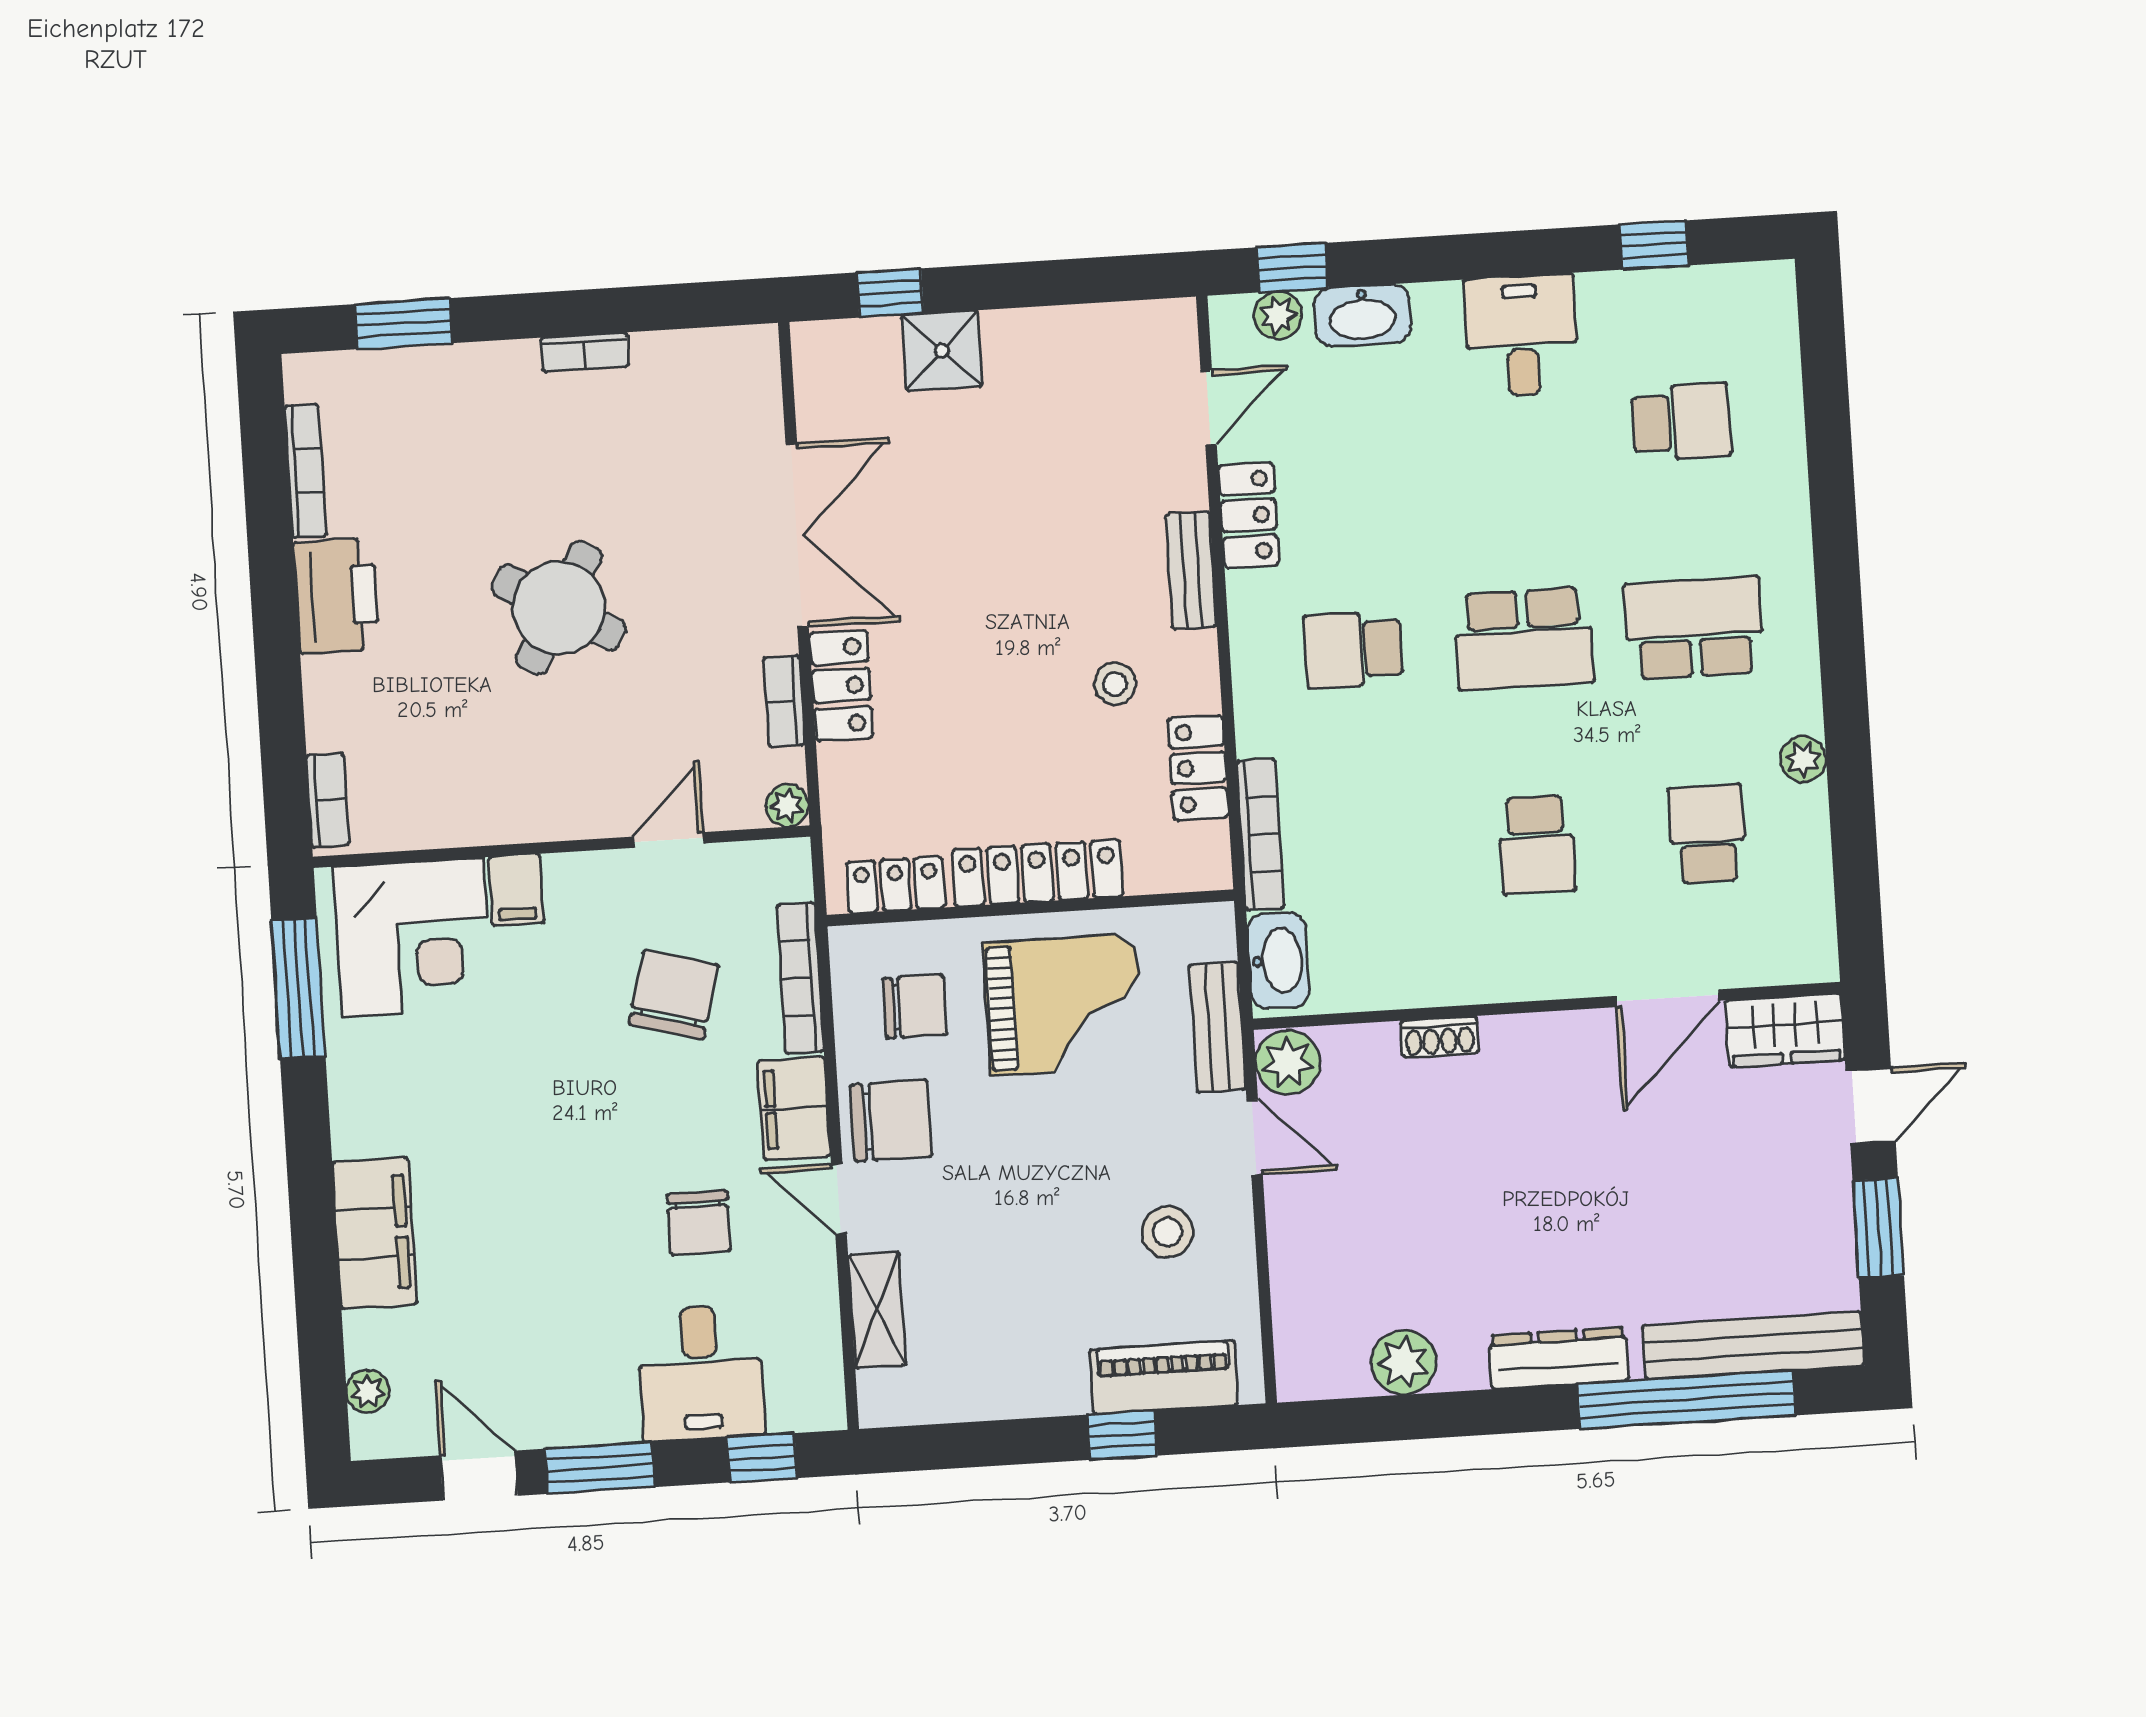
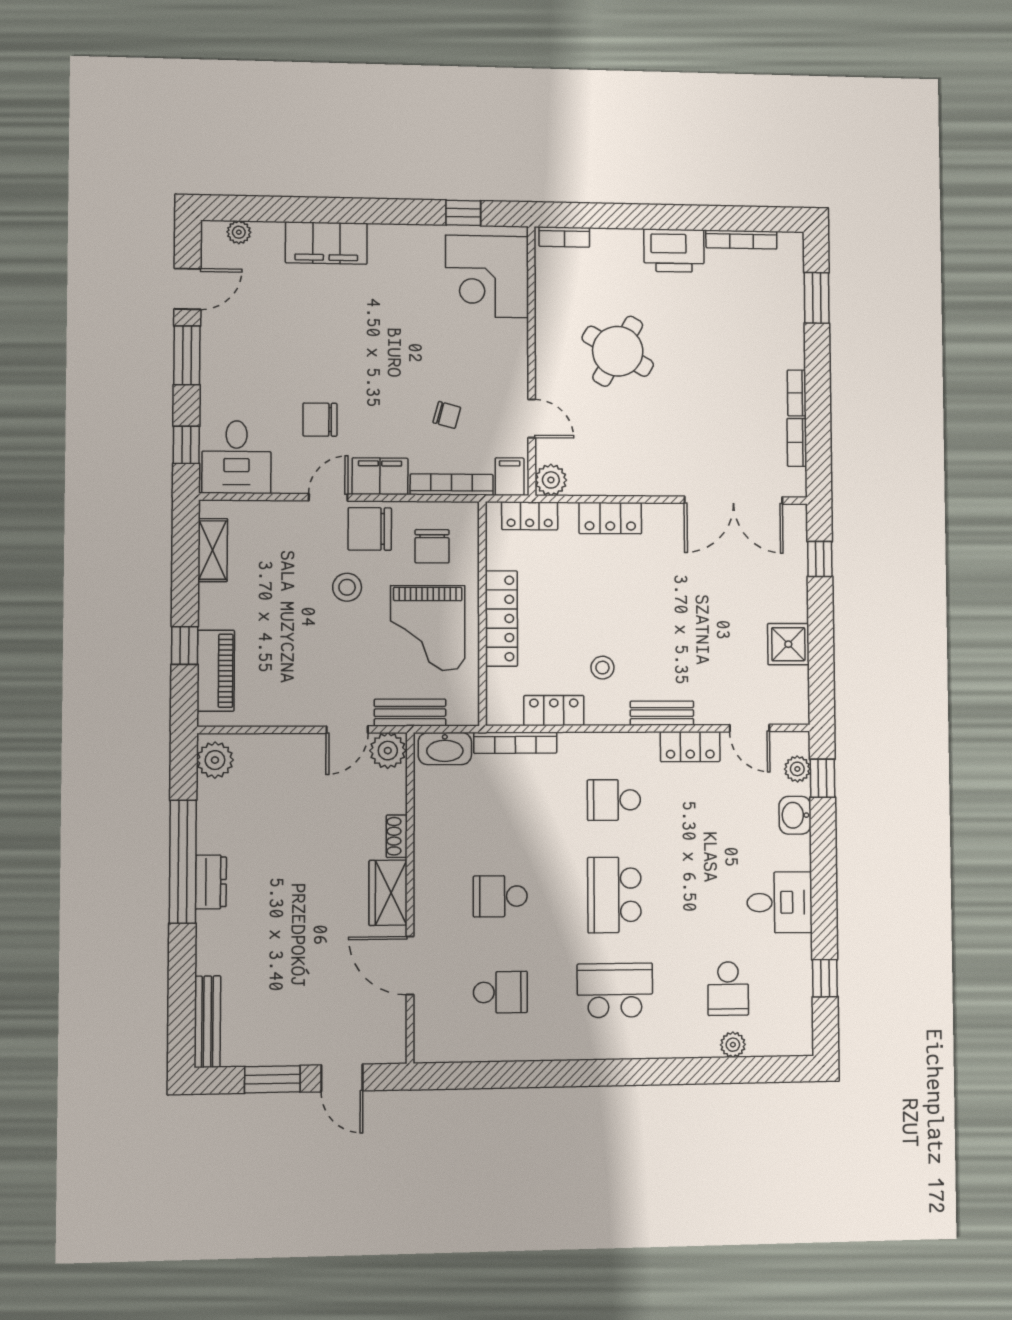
washbasin: (1362, 315) -> (795, 815), width x0.72
shower: (942, 351) -> (788, 644), moved
double door: (797, 535) -> (733, 500), moved
round table: (559, 608) -> (618, 351), moved
school desk: (1694, 628) -> (615, 990), turned -90
school desk: (1353, 649) -> (614, 800), turned -90
bookcase: (784, 701) -> (797, 442), moved, turned -90
plant: (1803, 759) -> (733, 1045), moved
plant: (787, 806) -> (551, 480), width x1.38, depth x1.38
locker: (896, 885) -> (530, 516), moved, turned 90
filing cabinet: (516, 890) -> (510, 477), moved, turned 90
window: (298, 988) -> (463, 213), width x0.46
chair: (674, 995) -> (447, 415), width x0.54, depth x0.54
wardrobe: (1785, 1030) -> (388, 893), moved
chair: (891, 1121) -> (370, 529), turned 90
stool: (1168, 1232) -> (347, 587), moved
shelving: (877, 1310) -> (213, 550), moved, turned 90
bench: (1753, 1345) -> (207, 1022), width x0.73, depth x0.82
dresser: (1559, 1358) -> (211, 882), width x0.70
plant: (1403, 1362) -> (215, 760), moved
desk: (701, 1373) -> (236, 457), moved, turned -90
window: (1687, 1400) -> (183, 862), moved

